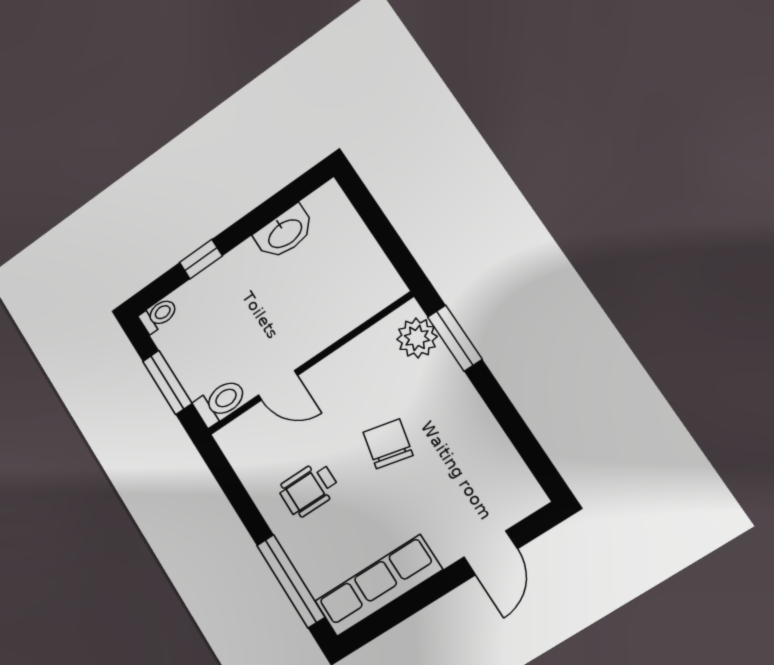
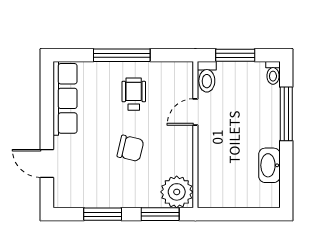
window: (201, 259) -> (286, 114), width x2.17
plant: (417, 338) -> (177, 192), width x1.36, depth x1.36
window: (511, 422) -> (103, 214), added
window: (291, 581) -> (122, 55), moved

